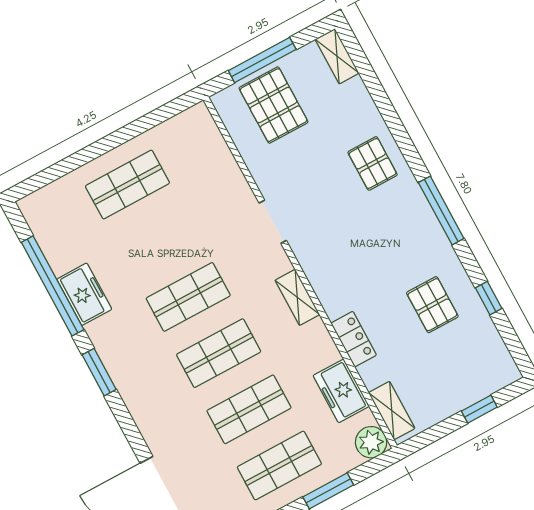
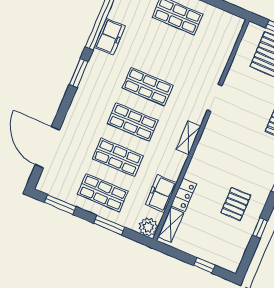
locker: (354, 339) -> (184, 195), moved

